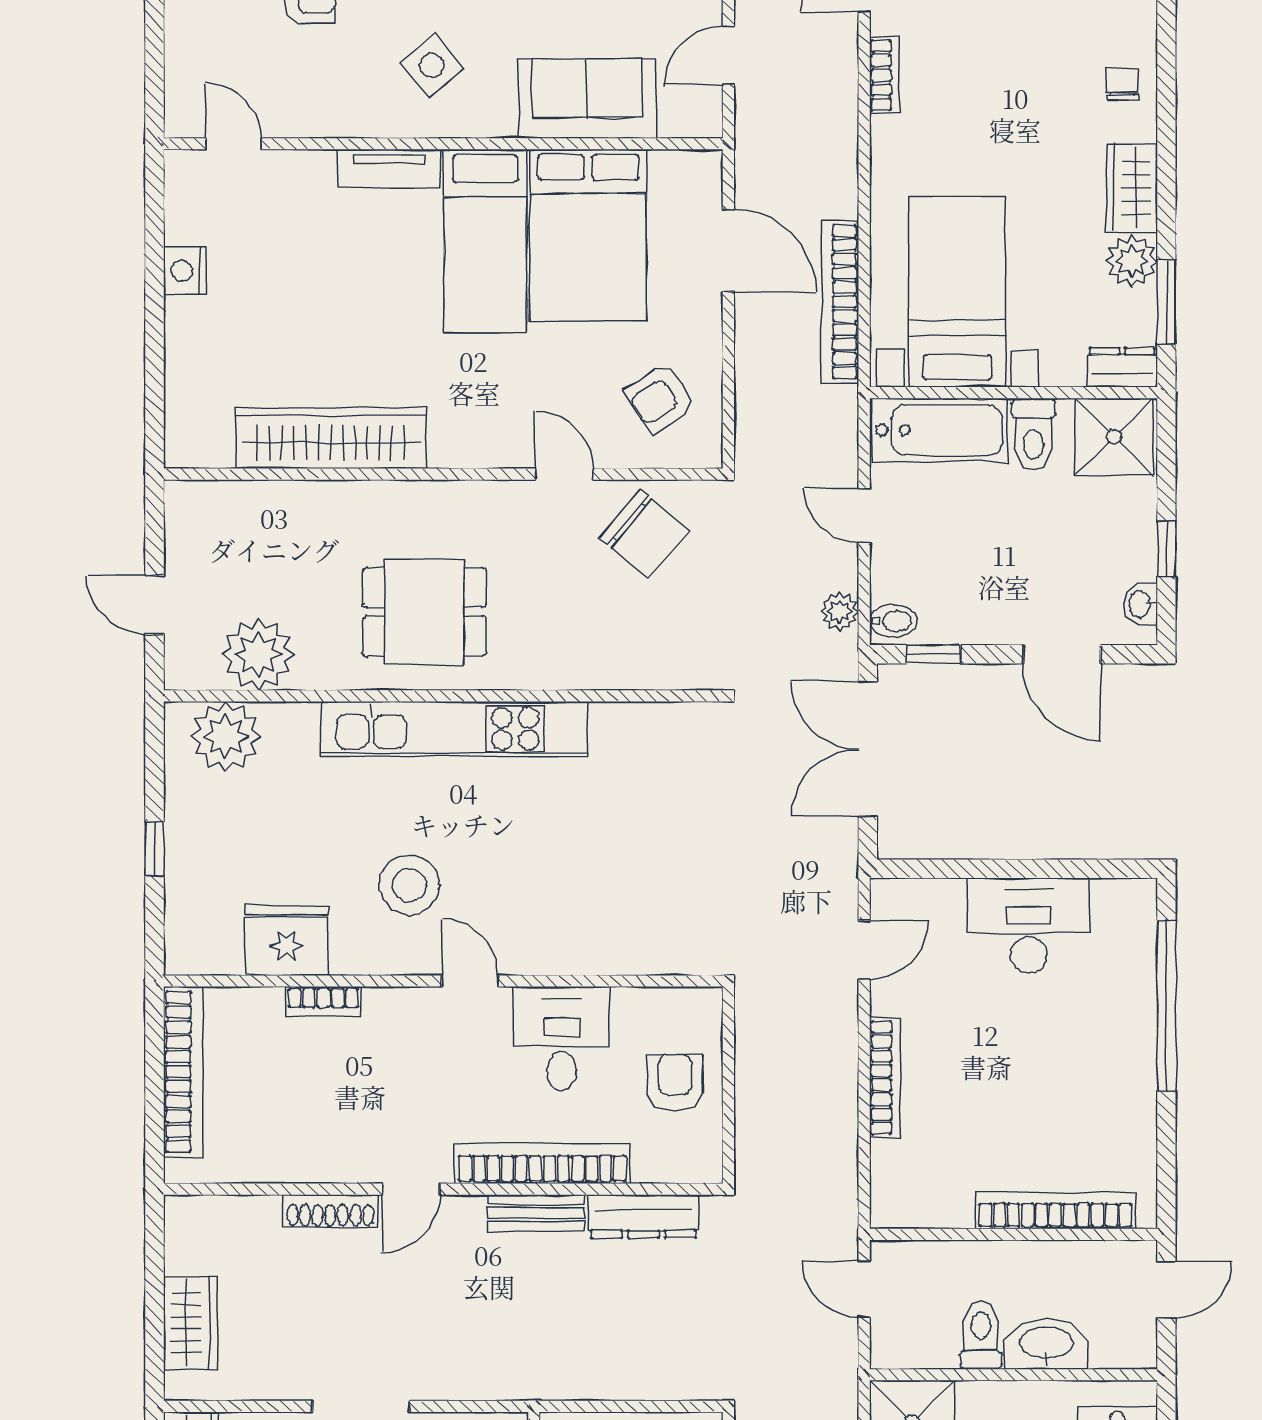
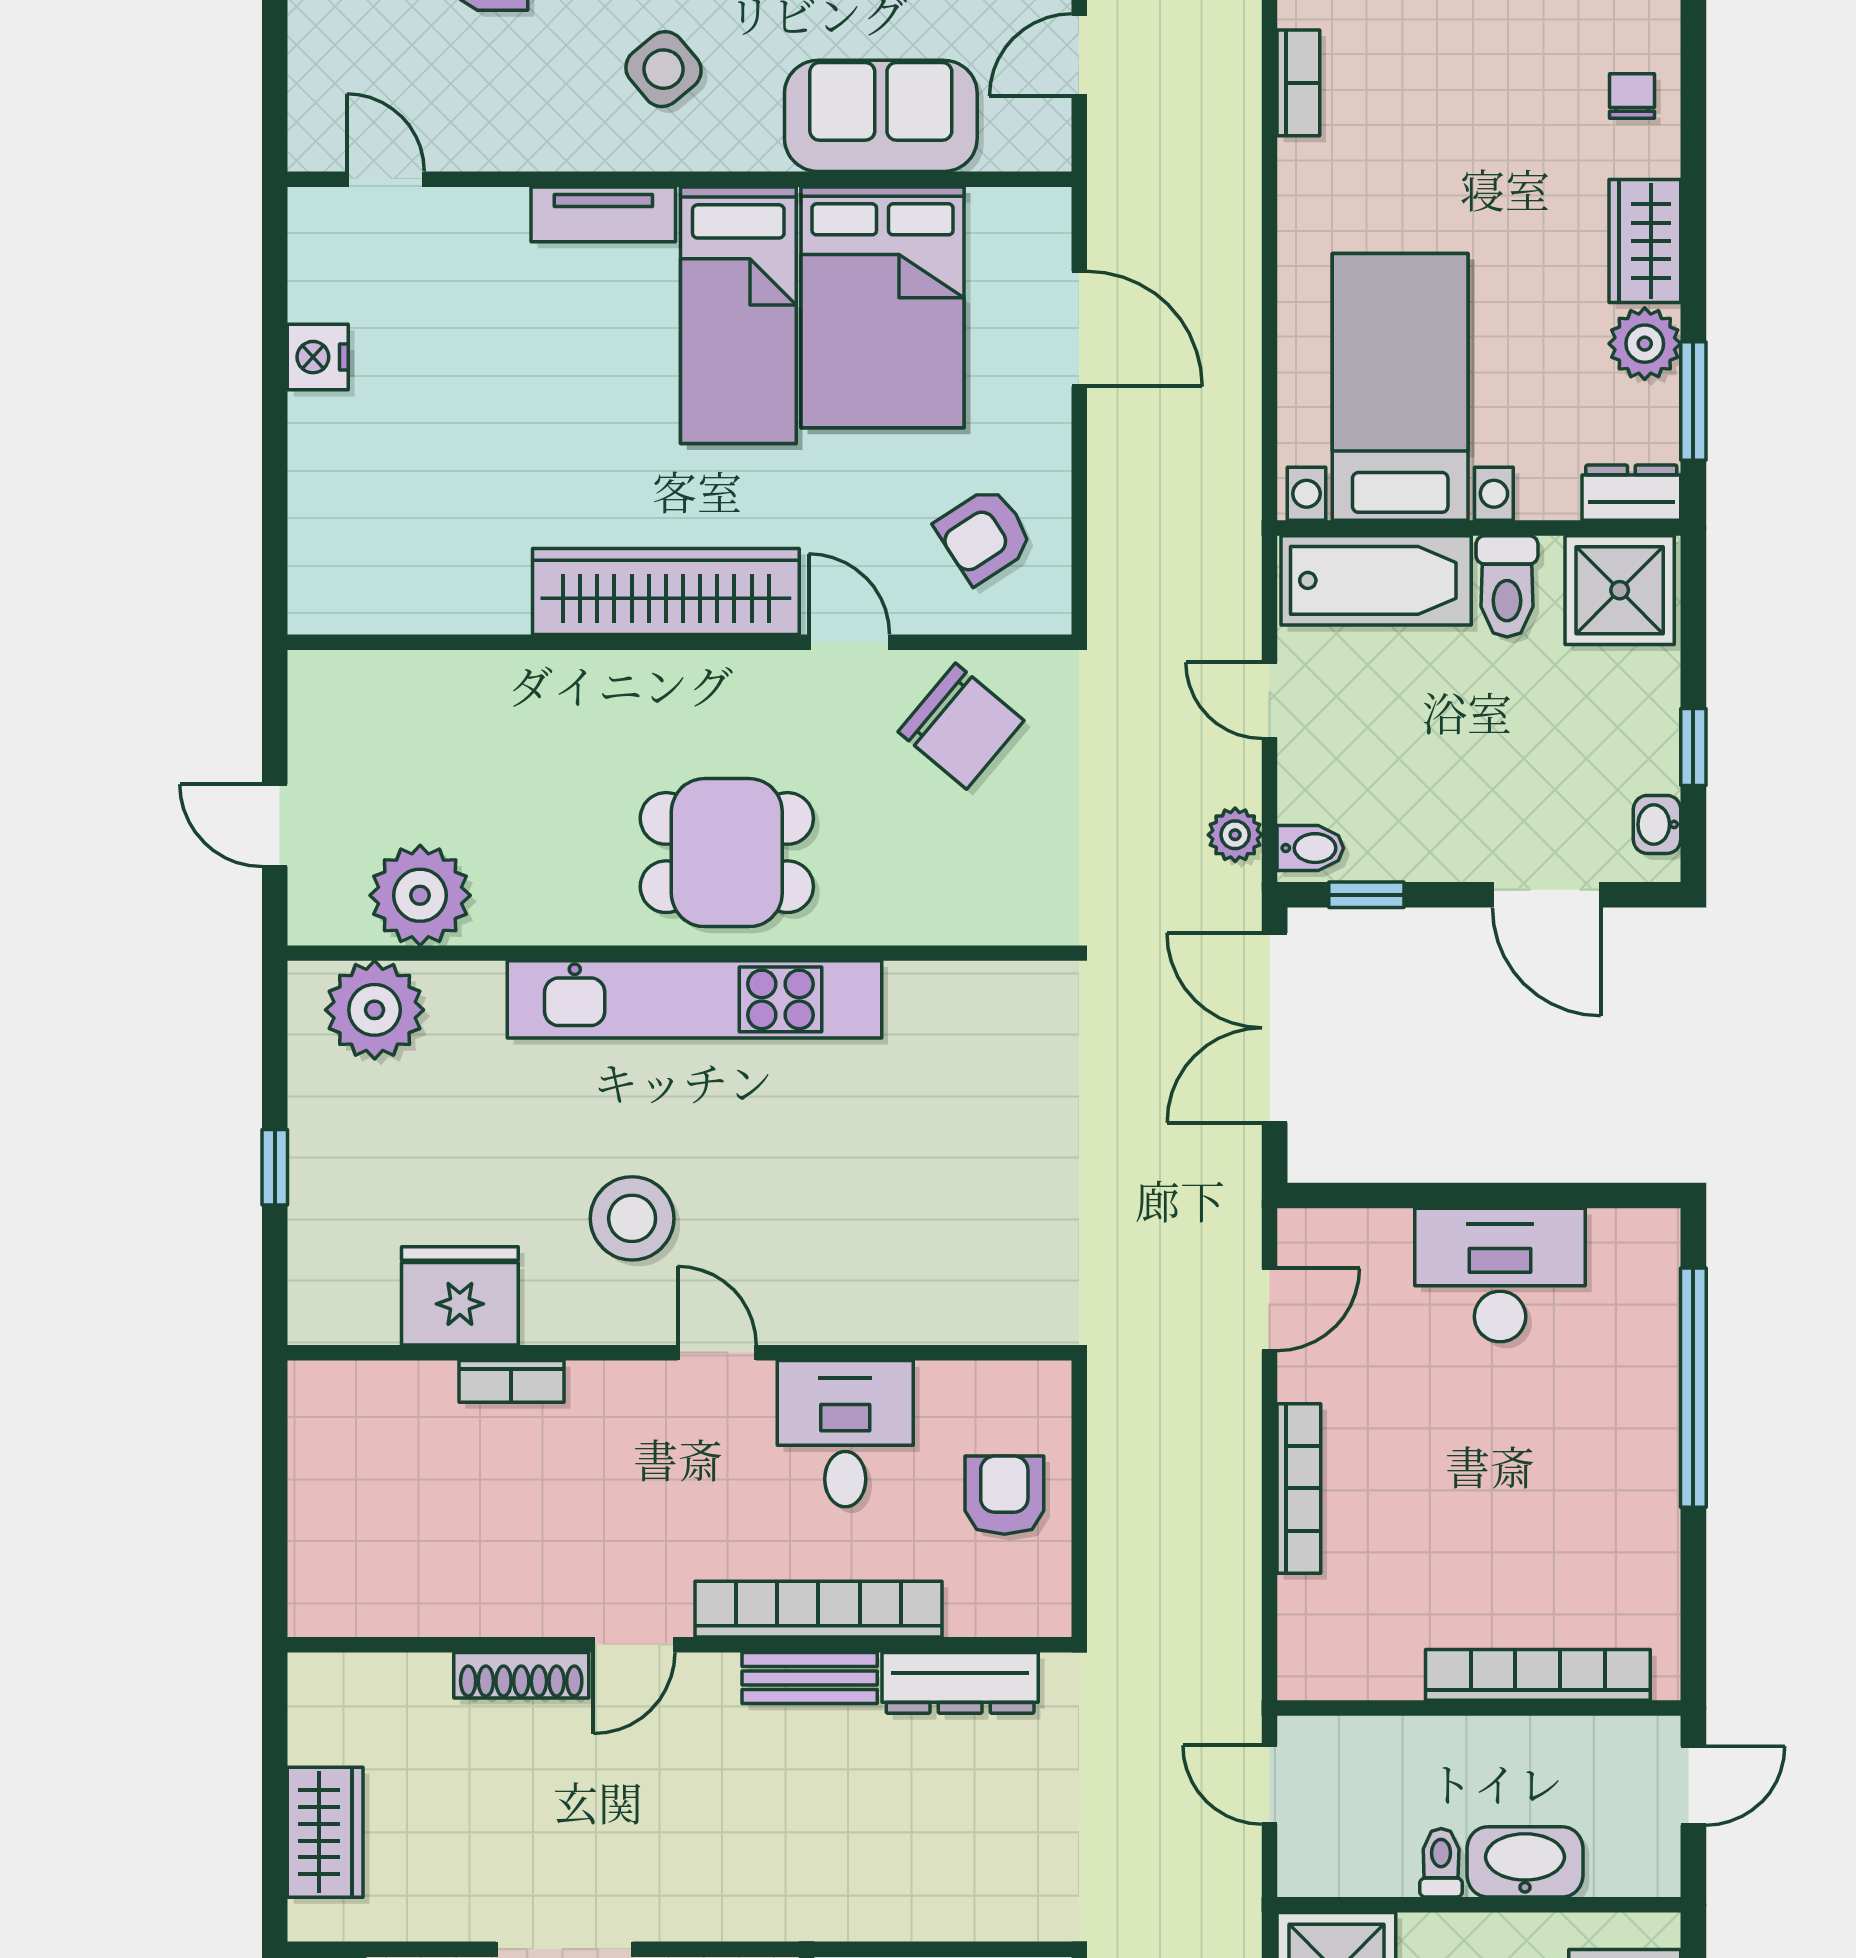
bookcase: (840, 302) -> (1236, 400), removed
wardrobe: (331, 438) -> (666, 591), moved
dining table: (424, 612) -> (727, 853), moved
bookcase: (183, 1072) -> (315, 1480), removed
toilet: (981, 1335) -> (1441, 1863), width x0.73, depth x0.72

